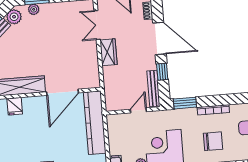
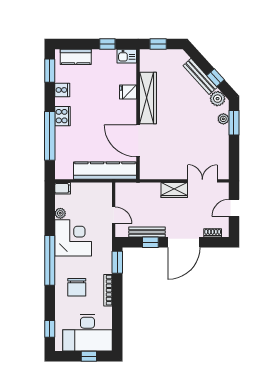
bench: (153, 89) -> (147, 232), moved

